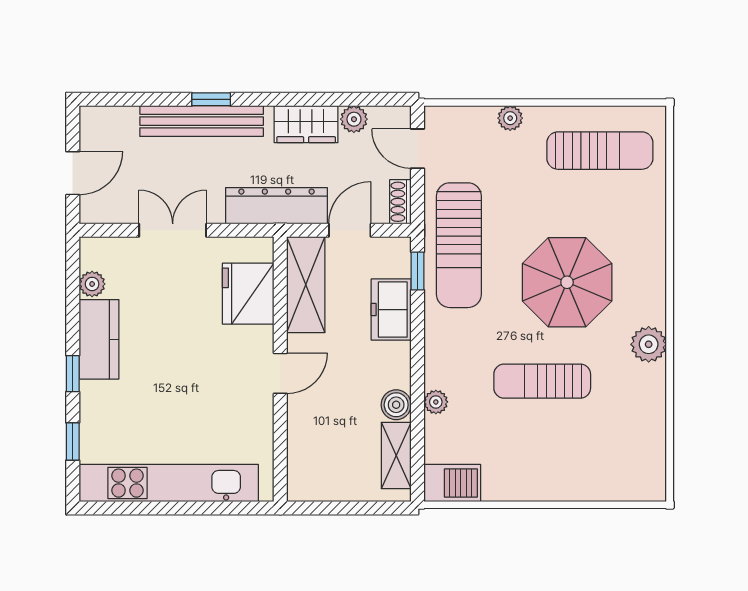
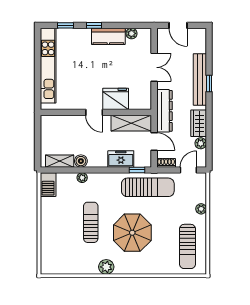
sun lounger: (459, 245) -> (148, 187), turned 180
fridge: (248, 294) -> (116, 99), moved

